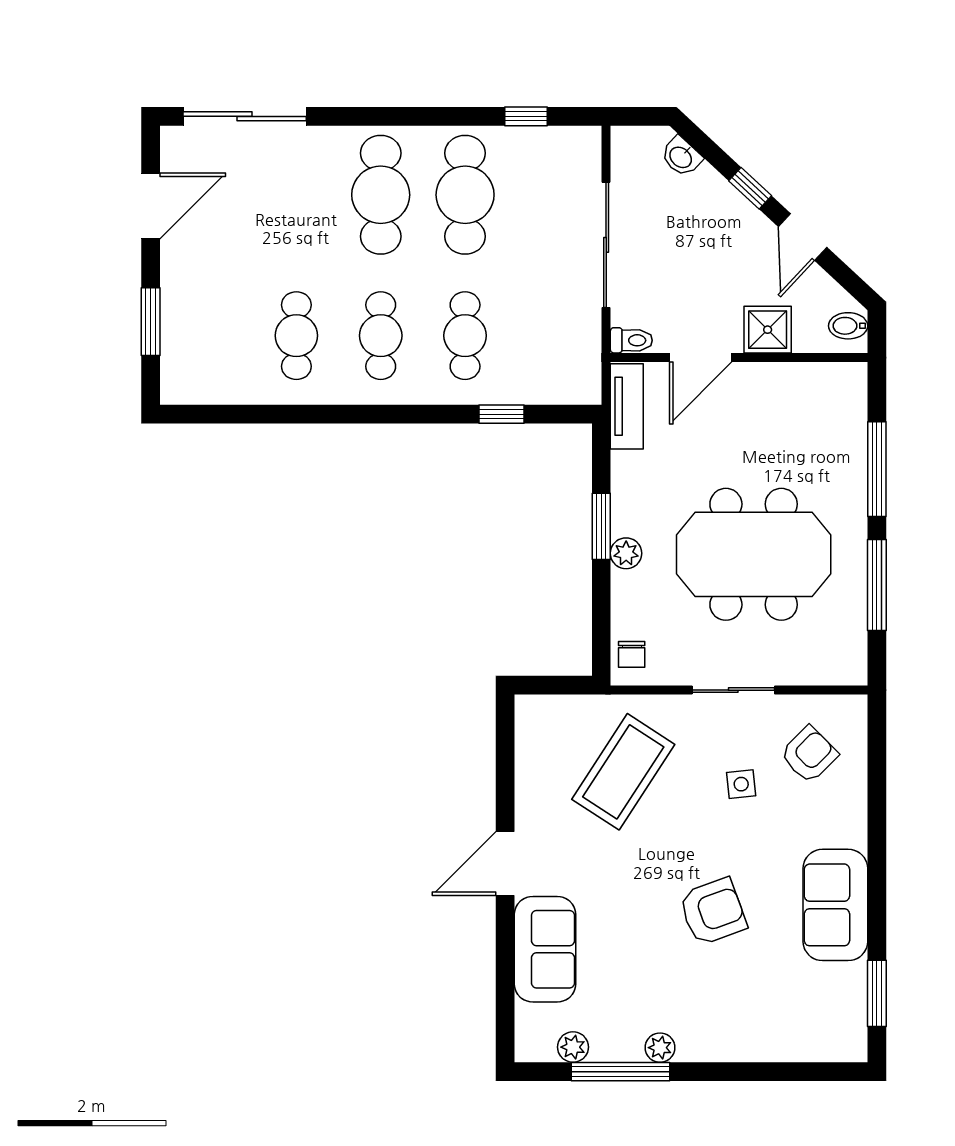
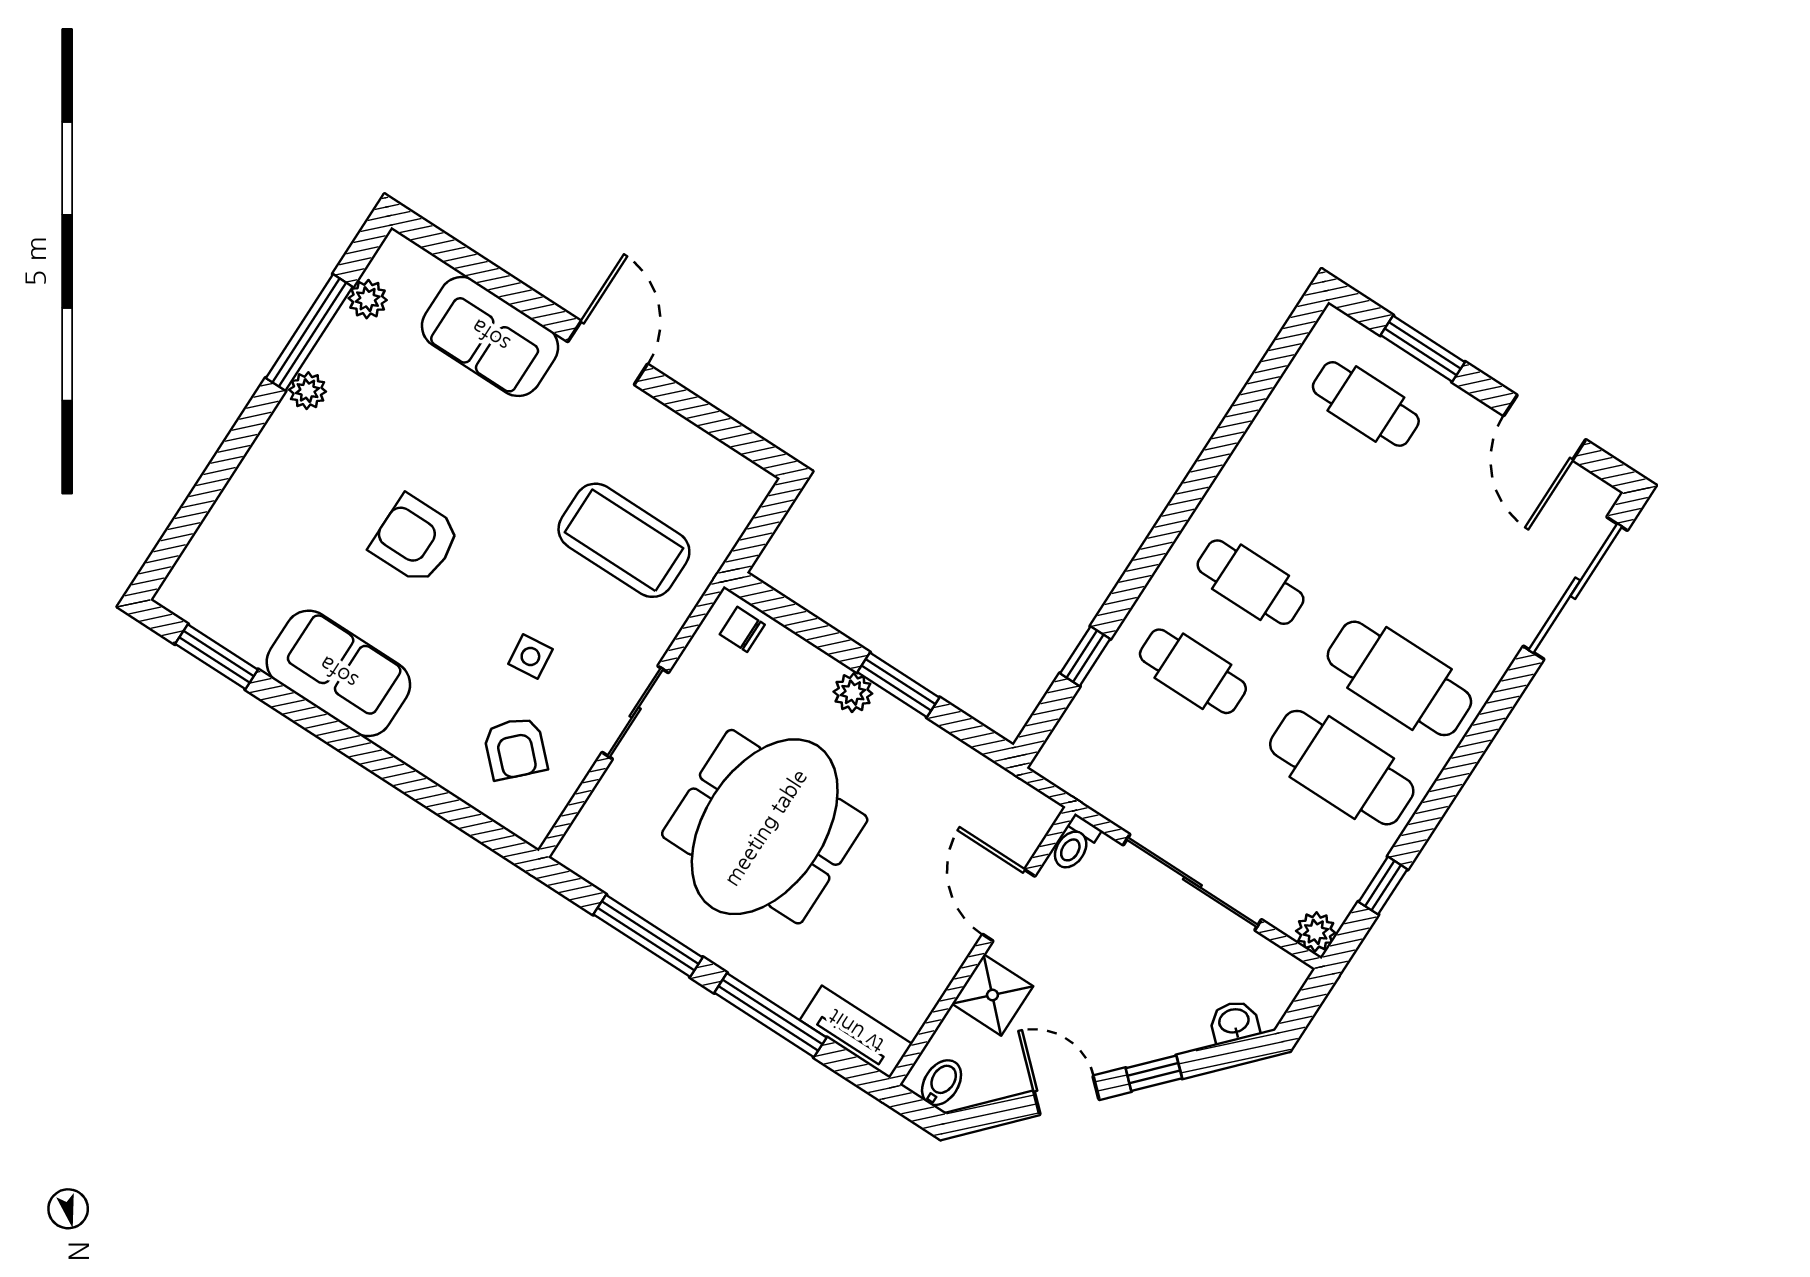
plant: (586, 141) -> (1316, 932), added
cafe table: (296, 336) -> (1366, 404), moved
tv unit: (627, 406) -> (856, 1032), moved, turned 180
coffee table: (623, 772) -> (624, 540), turned -33
armchair: (713, 912) -> (415, 539), turned 110

